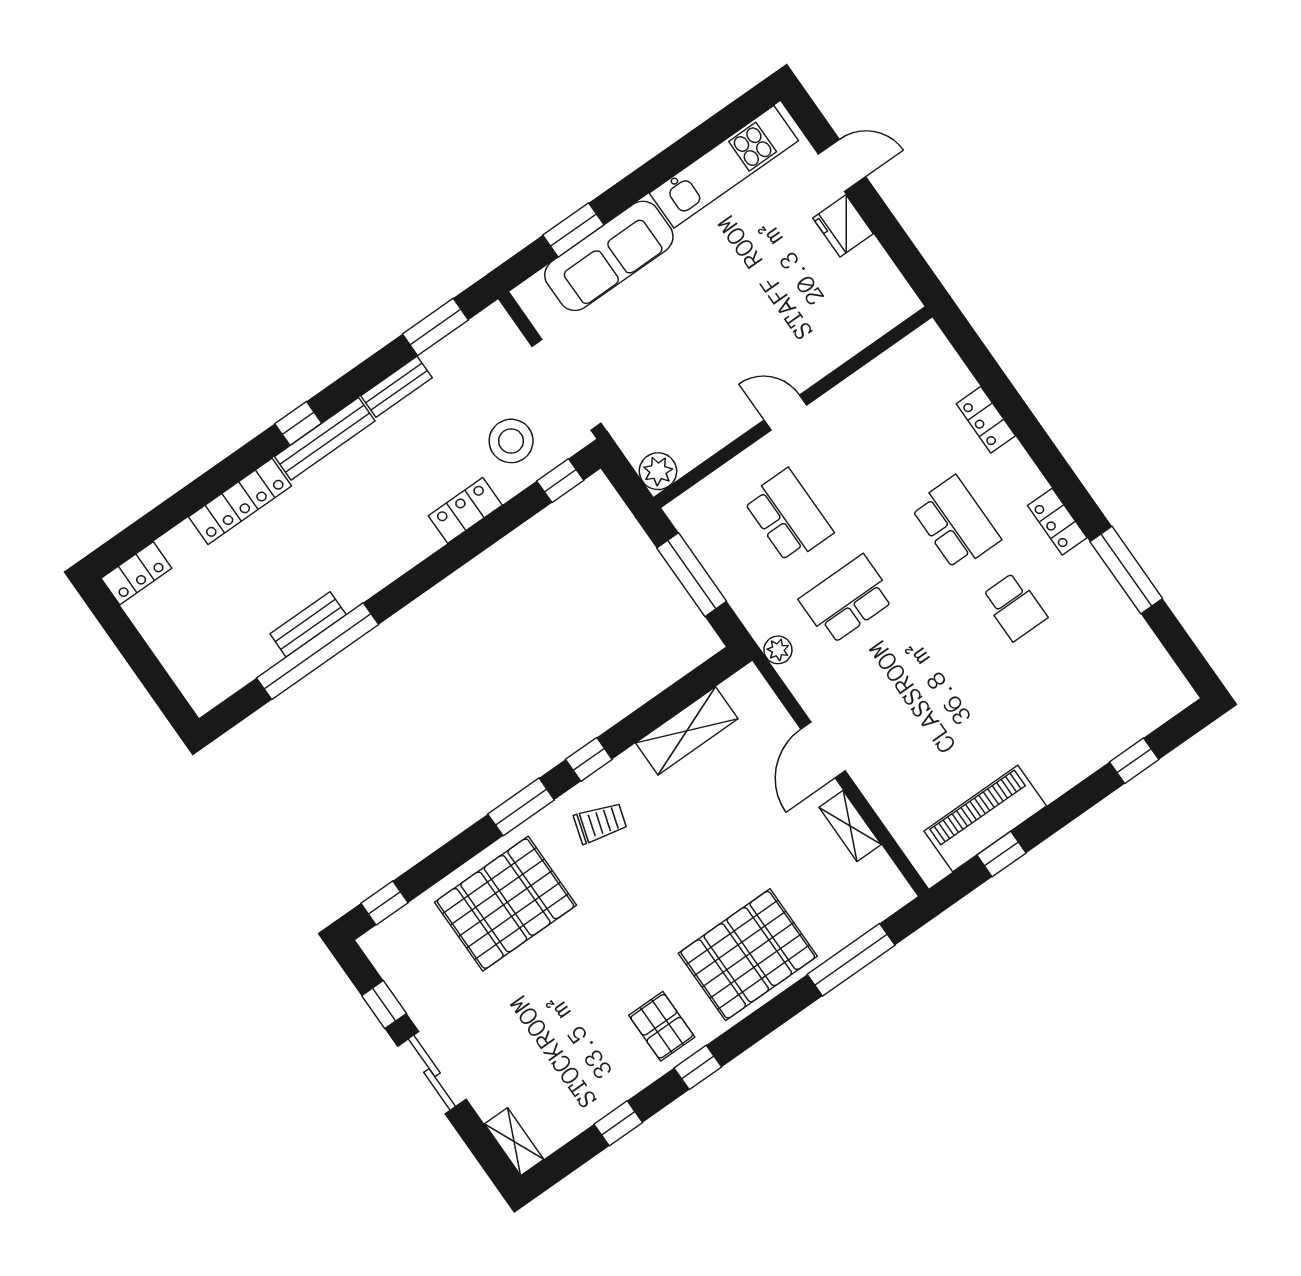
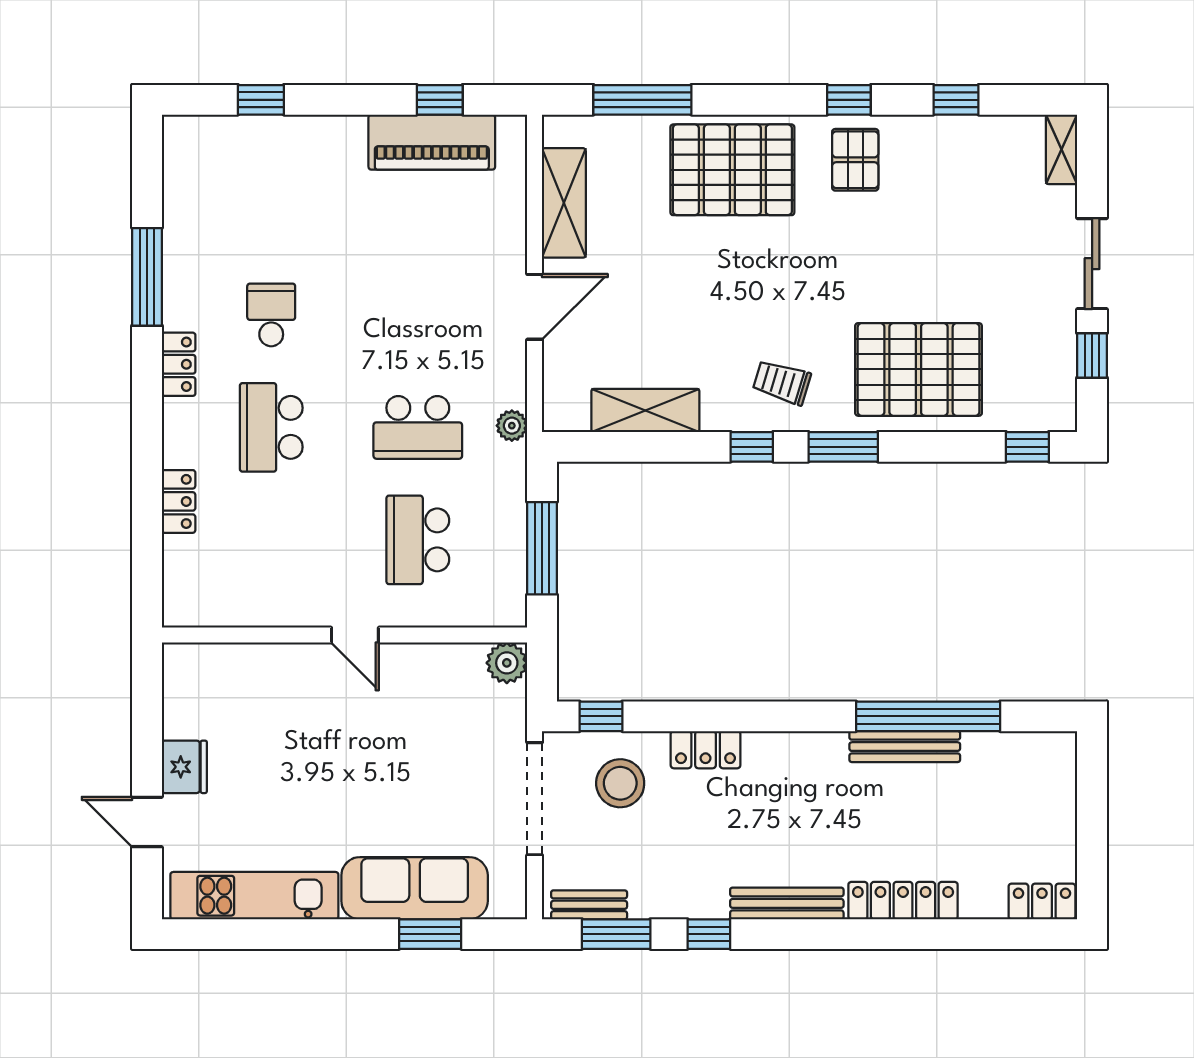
bench: (397, 387) -> (589, 905), moved
window: (298, 423) -> (709, 934), moved
bench: (308, 624) -> (905, 747), width x1.36
shelving: (850, 826) -> (564, 203), width x1.50, depth x1.33

